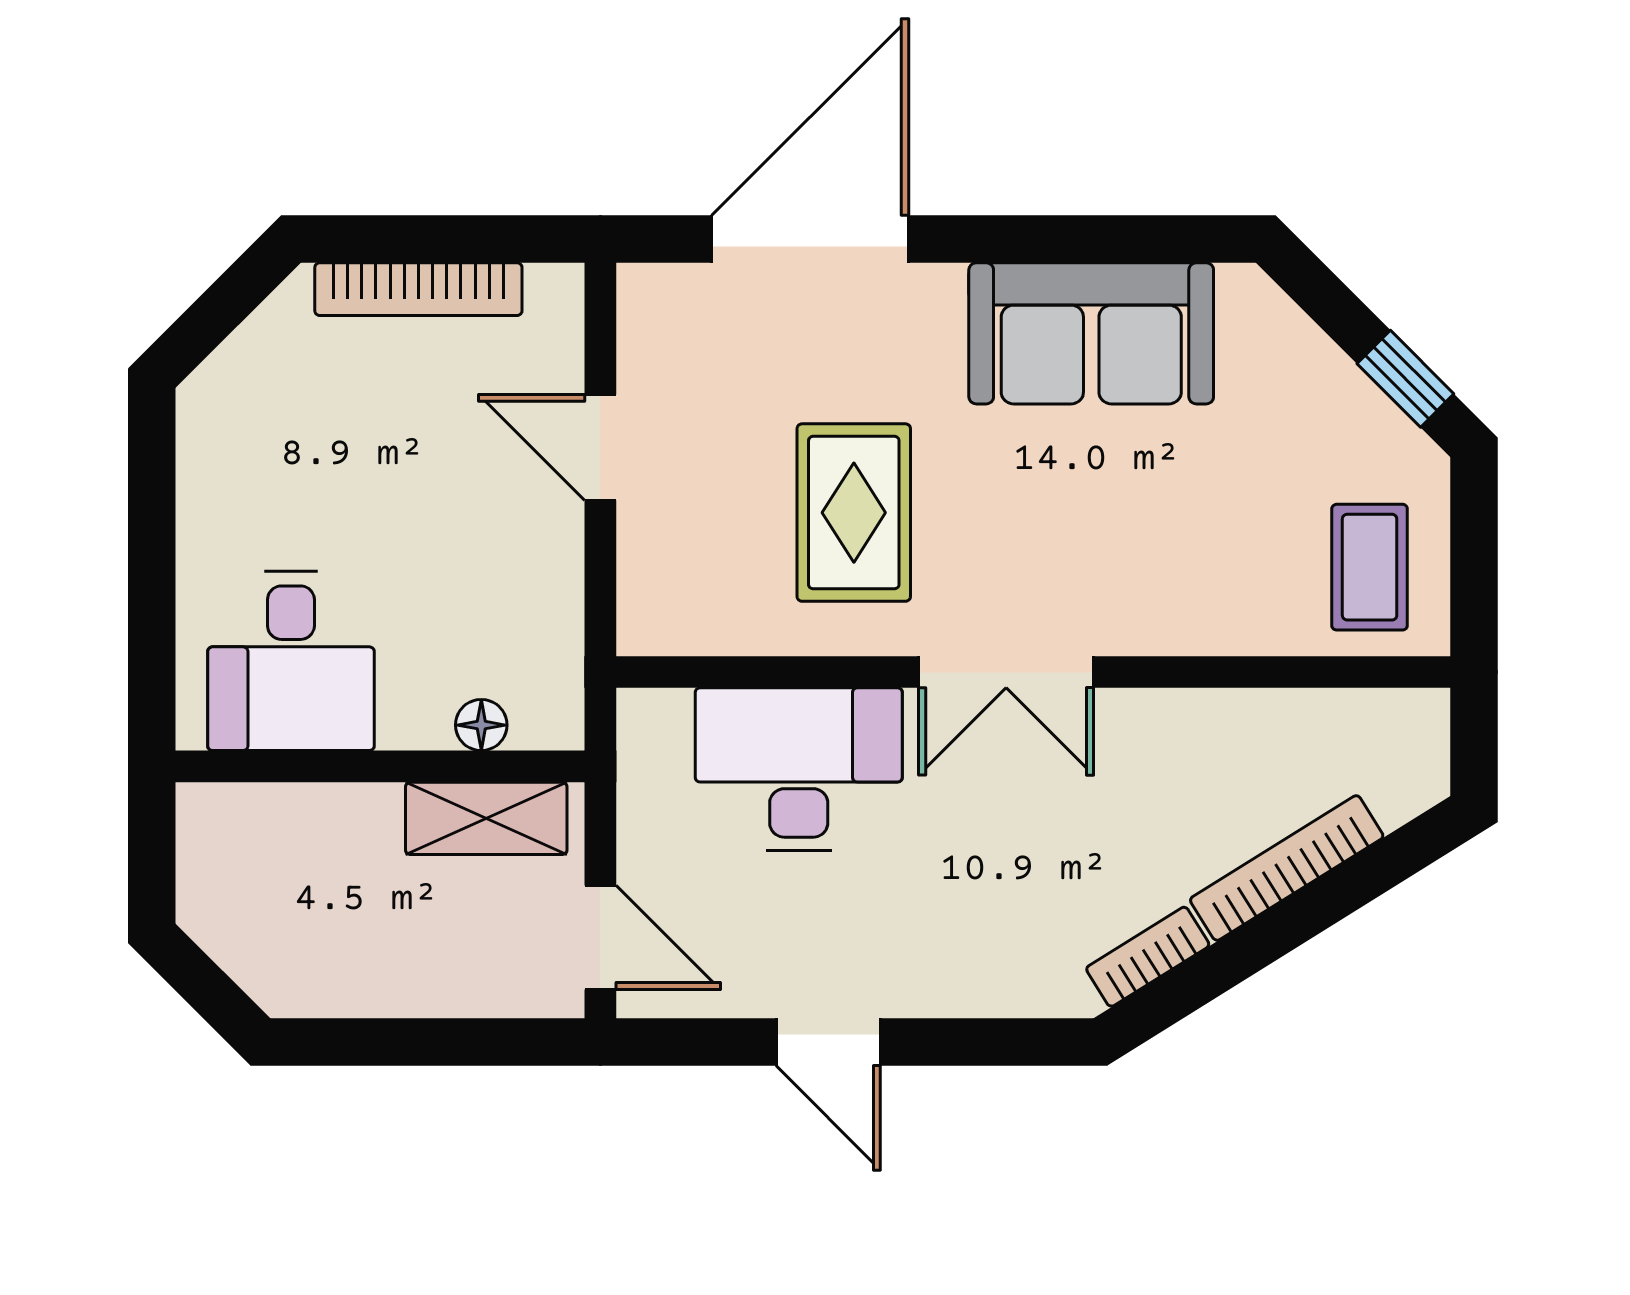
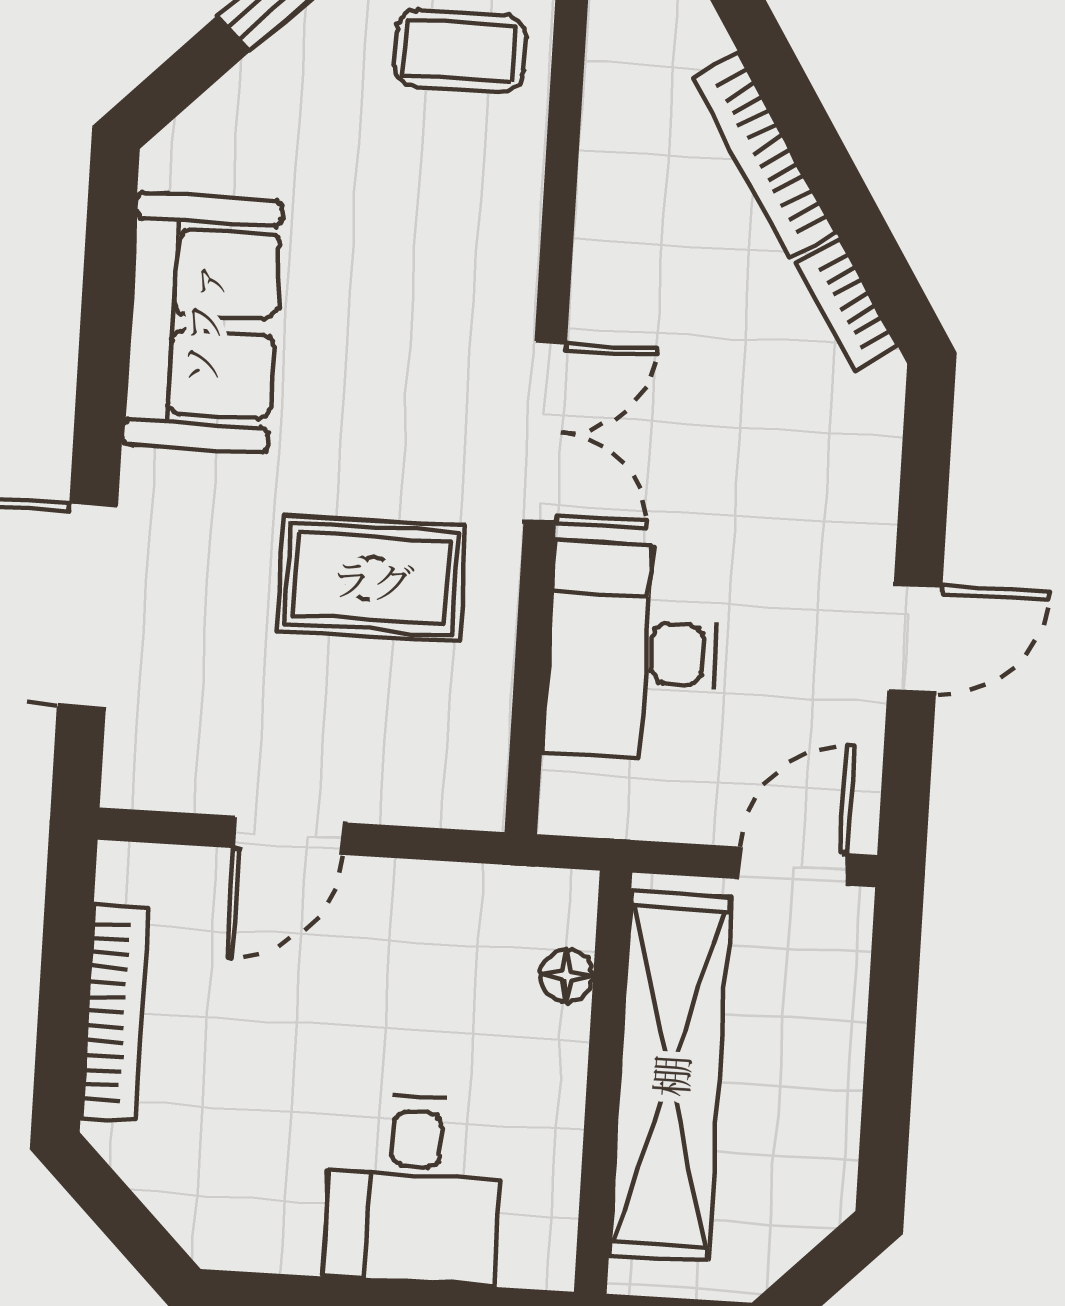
desk: (291, 661) -> (414, 1189), moved, turned 90
shelving: (486, 818) -> (670, 1076), width x2.20, depth x1.33

